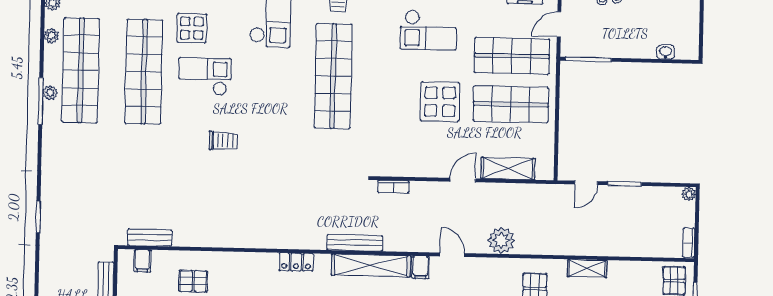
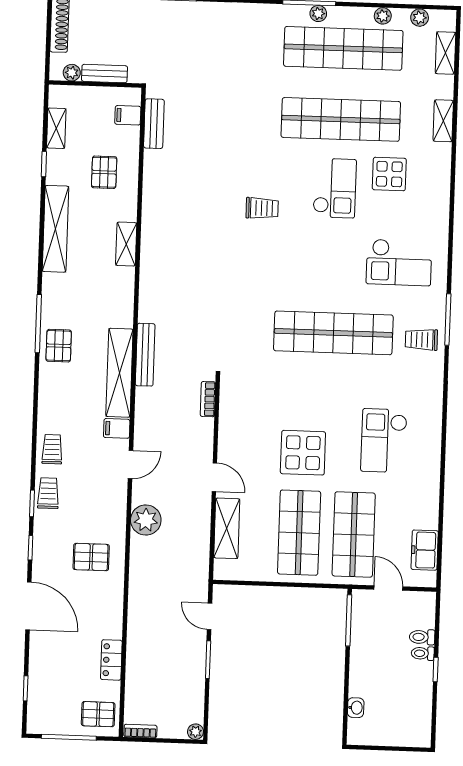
trolley: (223, 141) -> (262, 208), turned -90
locker: (296, 262) -> (111, 660), moved
shelving: (587, 268) -> (126, 244), moved

